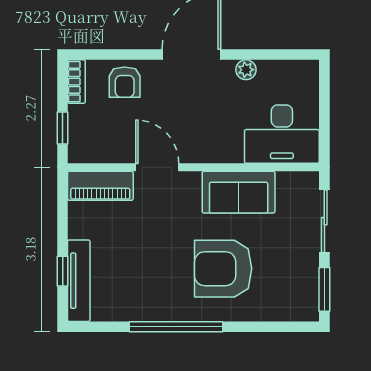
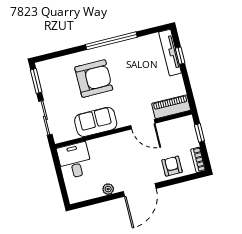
desk: (282, 134) -> (75, 161), width x0.73

